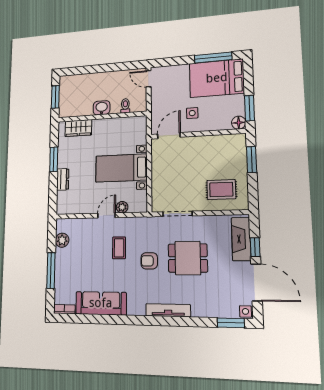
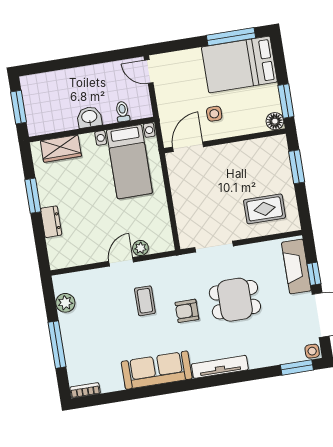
bed with nightstands: (121, 168) -> (129, 162), moved, turned -90
sofa: (101, 303) -> (157, 370), moved

